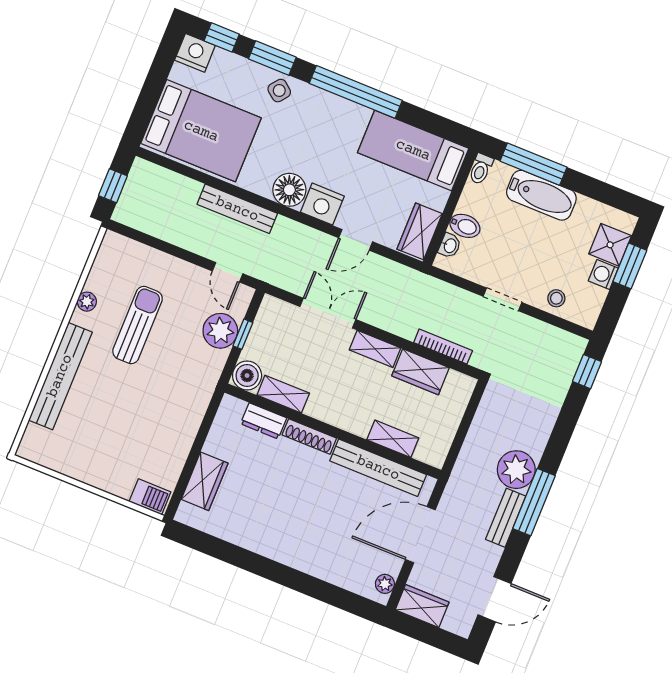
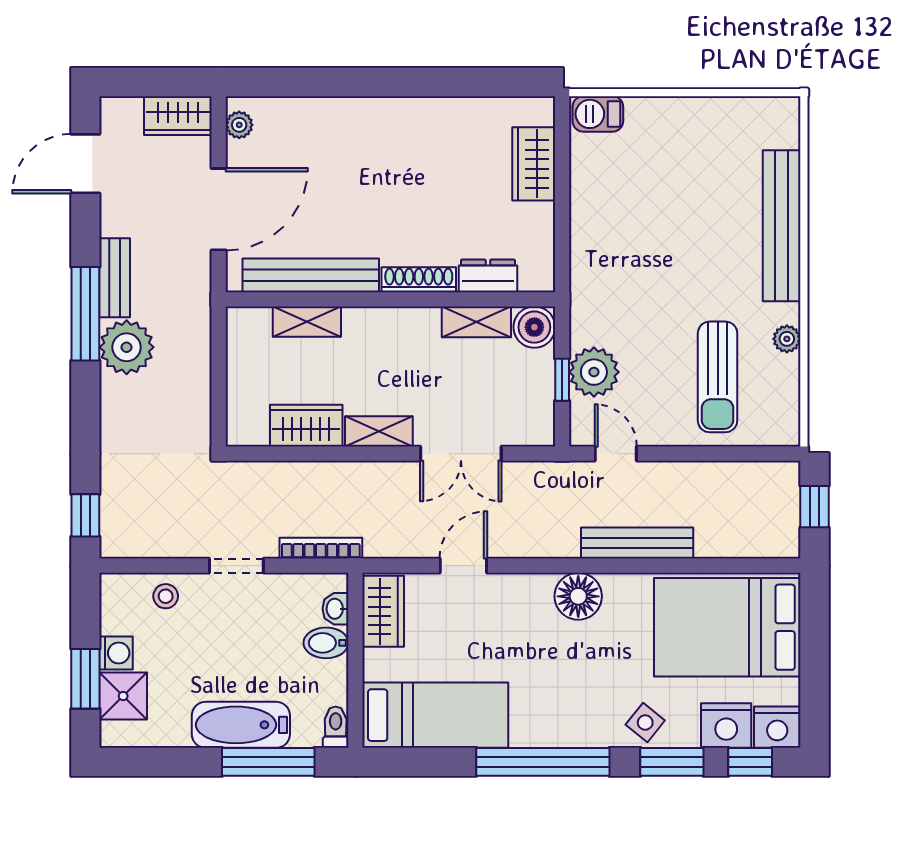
nightstand: (322, 204) -> (726, 725), moved, turned 180
sun lounger: (138, 325) -> (718, 377), moved
bookcase: (443, 347) -> (321, 548), moved, turned 180

